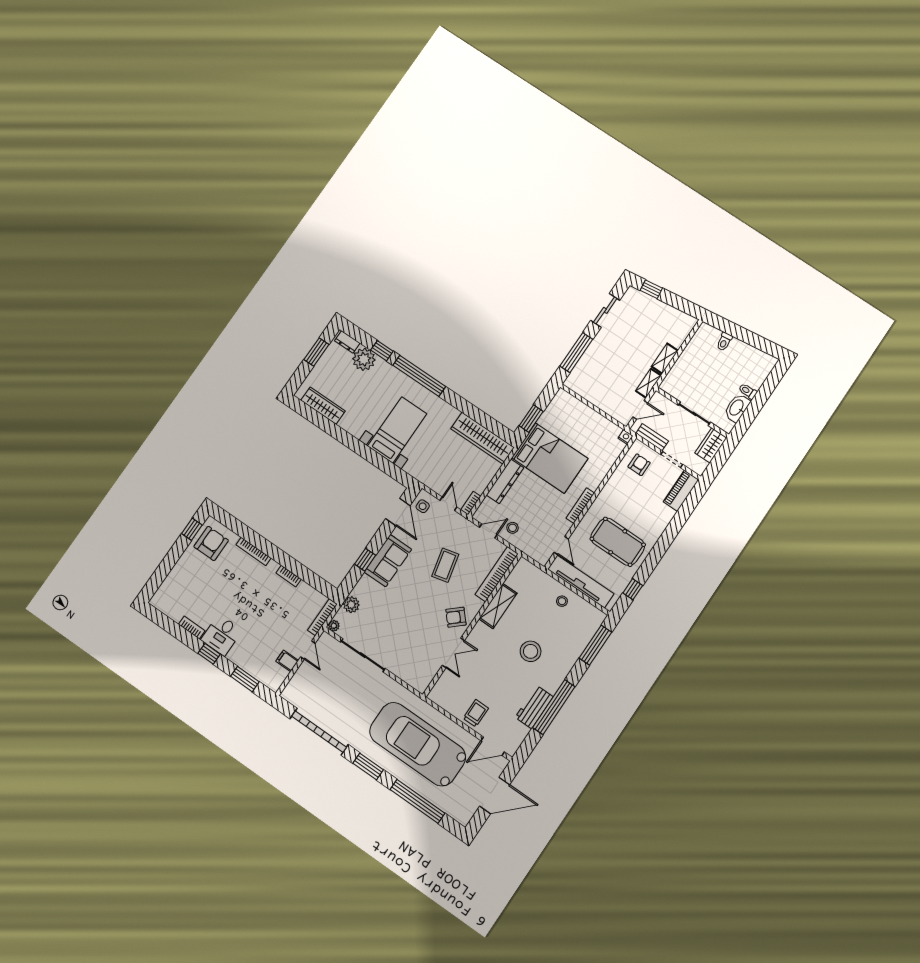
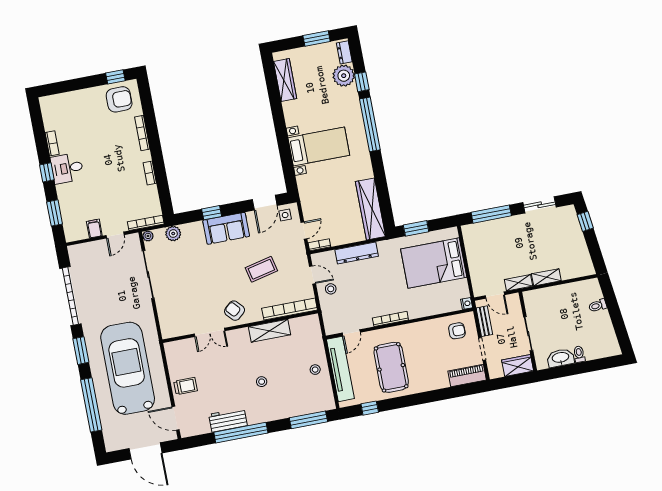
bed: (550, 458) -> (434, 263), moved, turned 90
stool: (531, 651) -> (262, 382), width x0.53, depth x0.53

